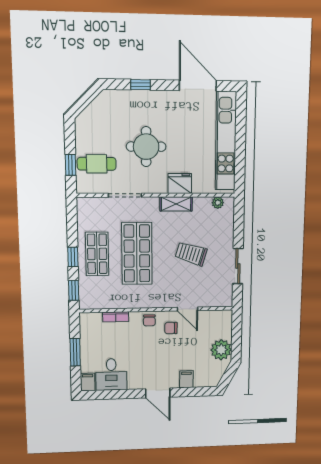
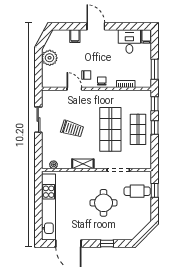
fridge: (180, 183) -> (80, 178), removed
window: (75, 352) -> (155, 69), moved

